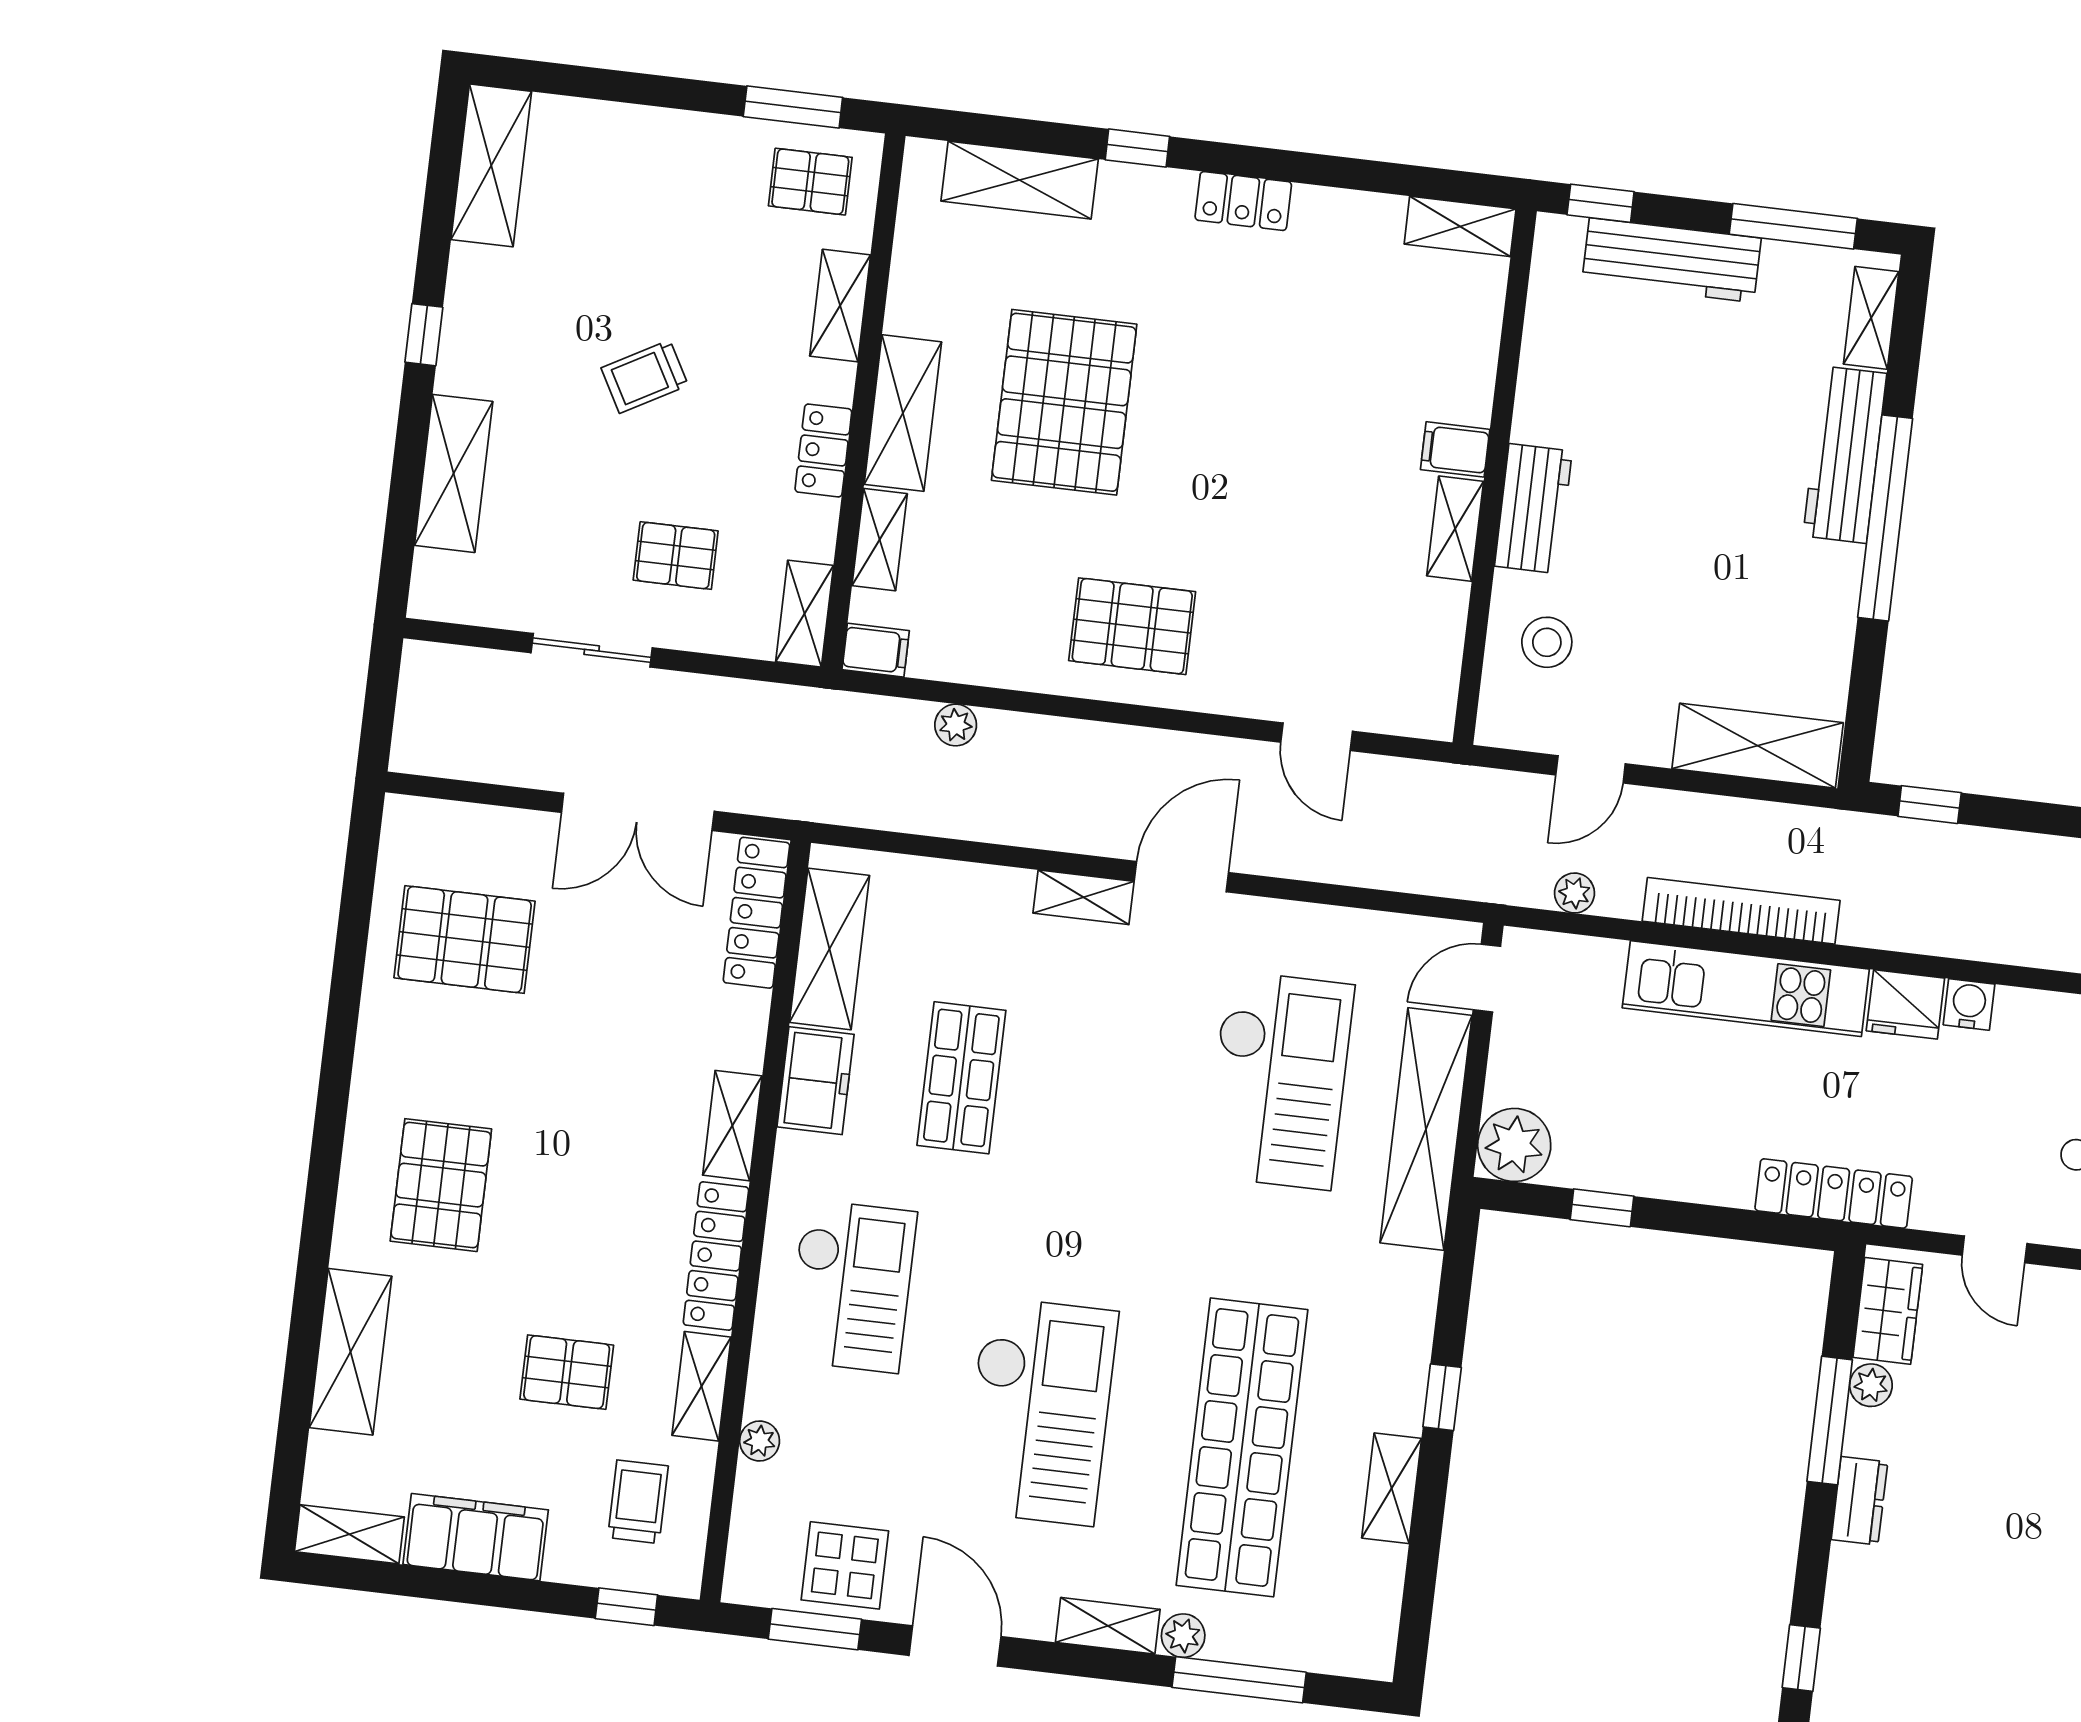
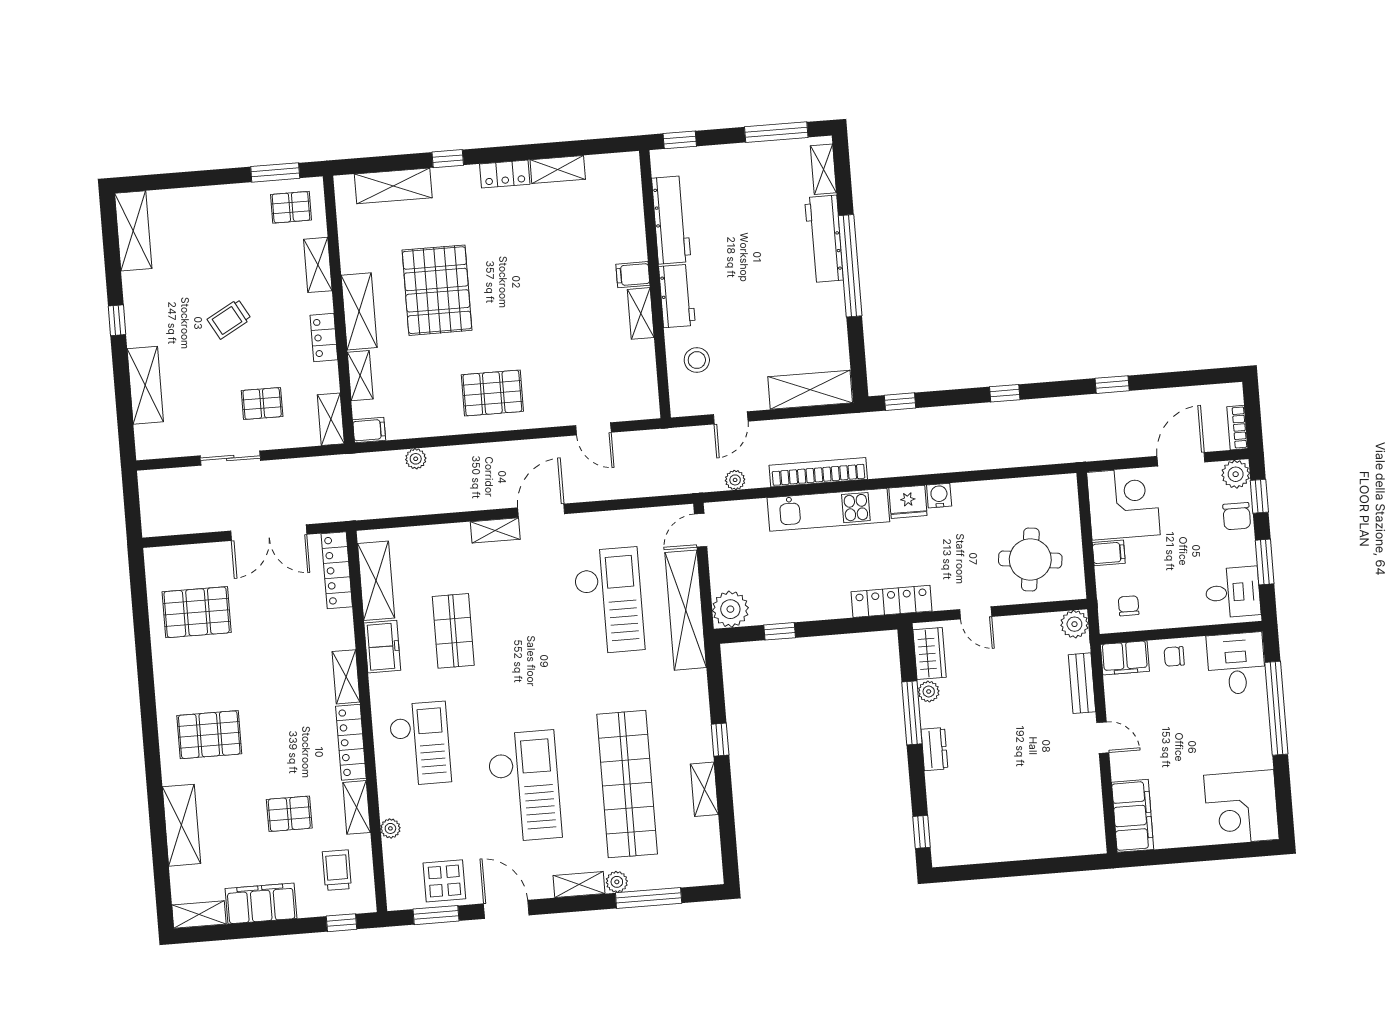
shelving: (1460, 226) -> (558, 170), moved
workbench: (1672, 260) -> (671, 220), moved, turned -90
pallet: (441, 1185) -> (209, 735), turned 90

